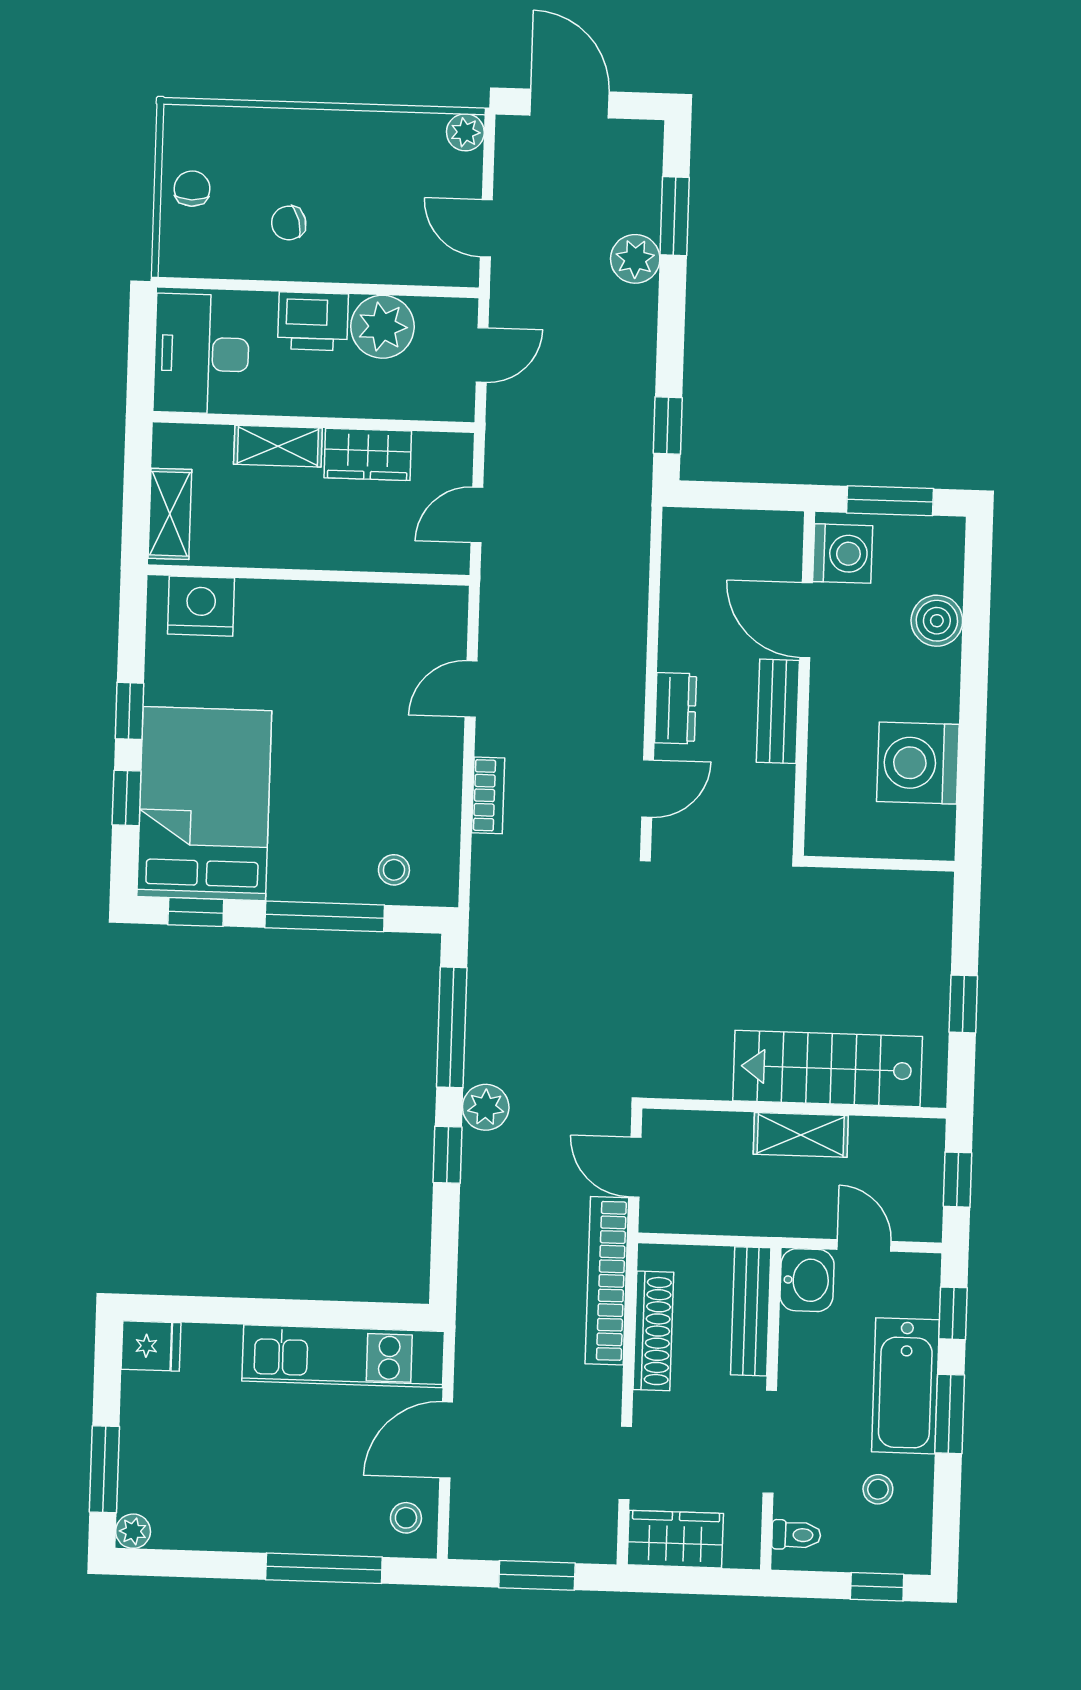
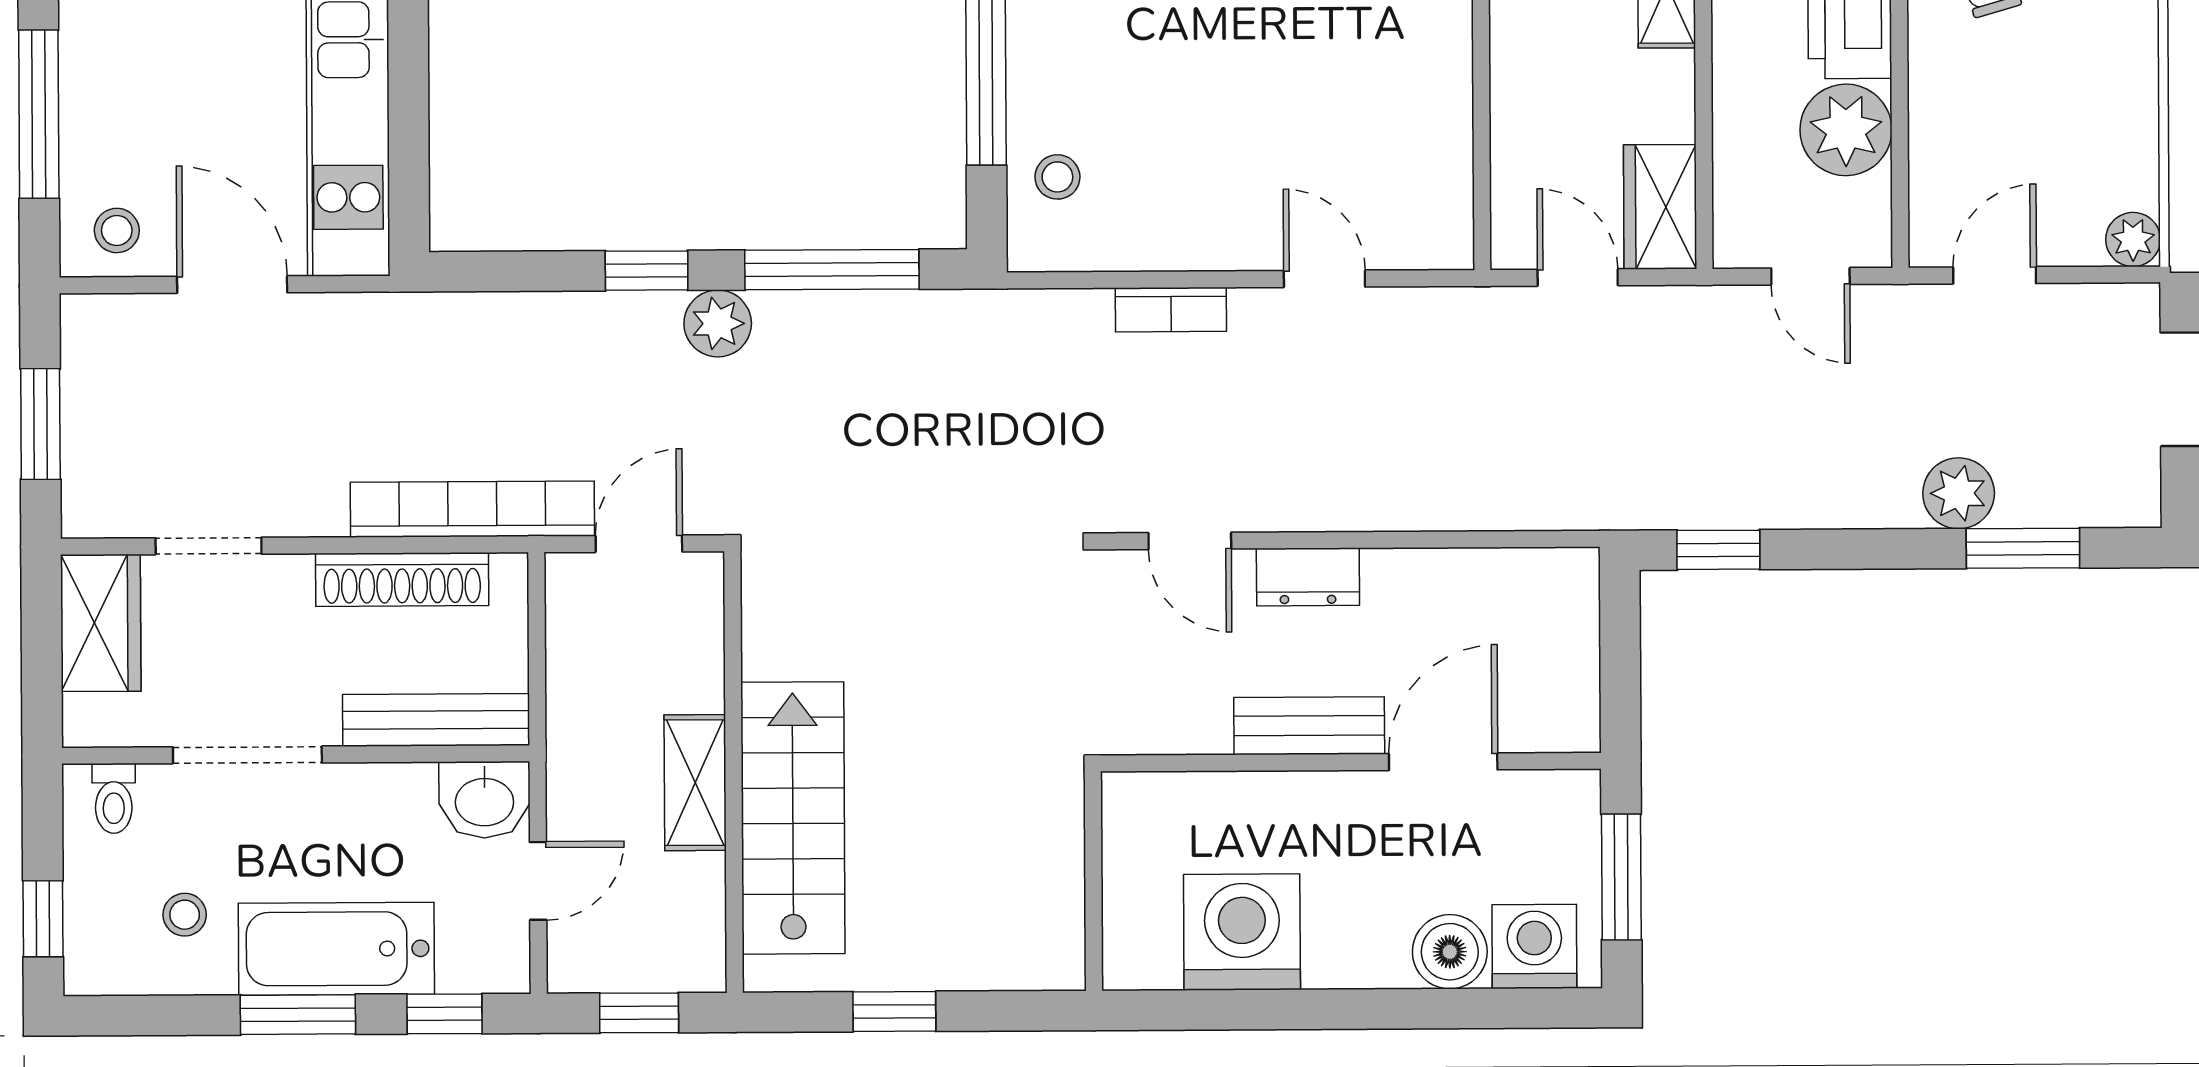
wardrobe: (368, 454) -> (1660, 207), moved
washing machine: (843, 554) -> (1534, 946), moved, turned 180

